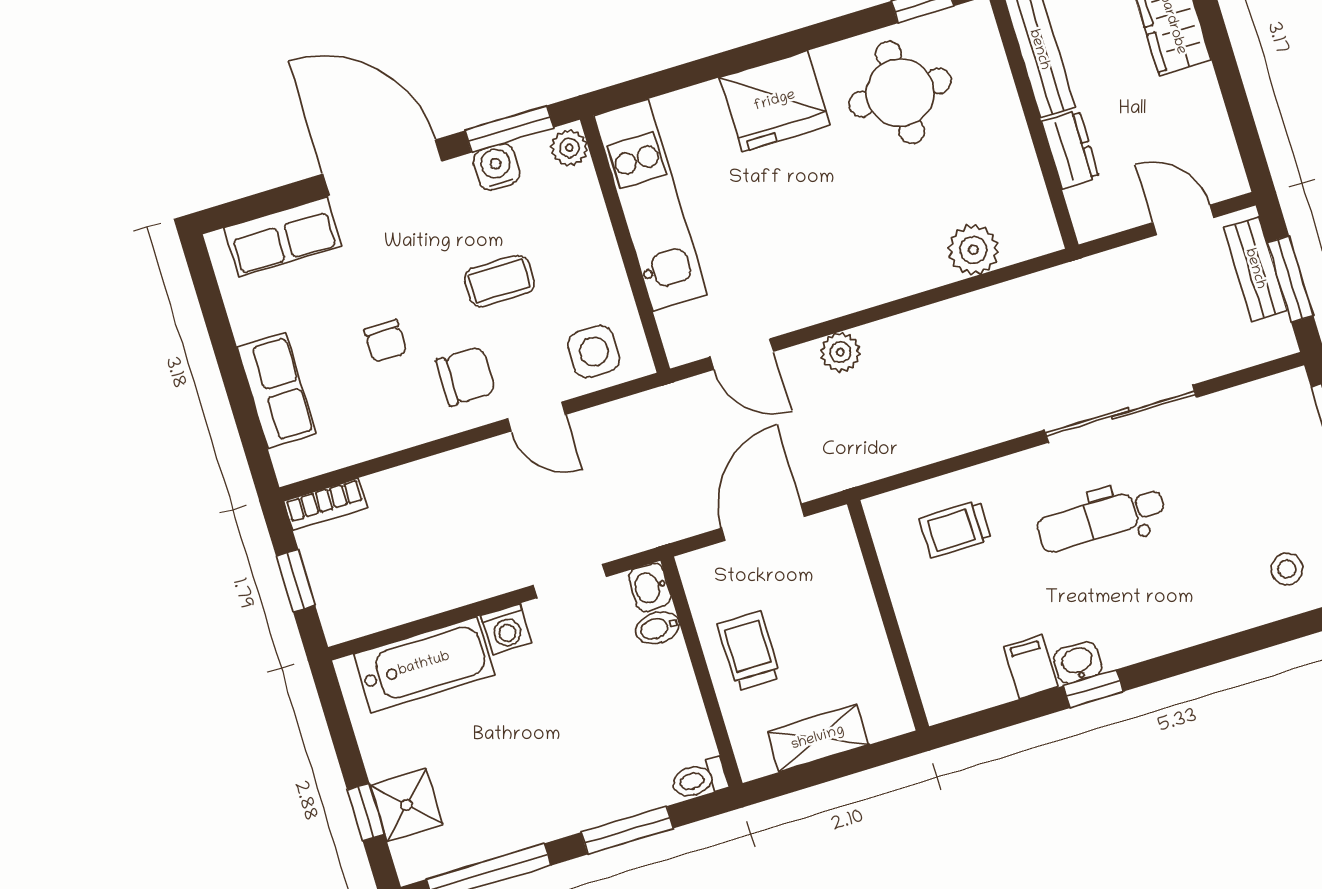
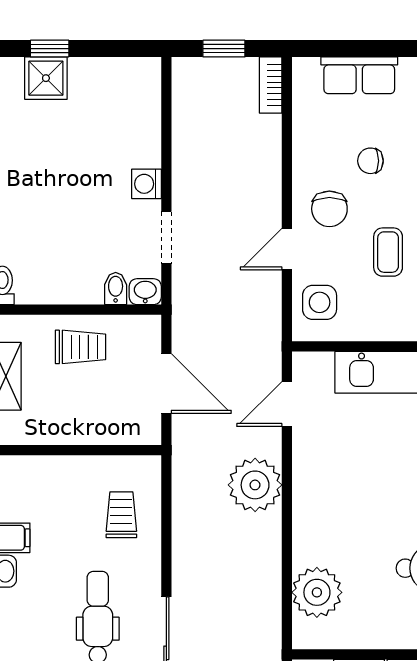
plant: (973, 250) -> (317, 592), width x1.36, depth x1.36
plant: (840, 352) -> (255, 485), width x1.87, depth x1.87
bathtub: (424, 664) -> (139, 120), removed

